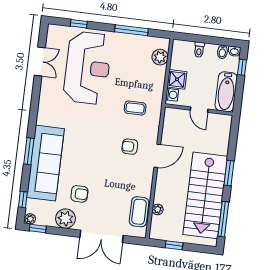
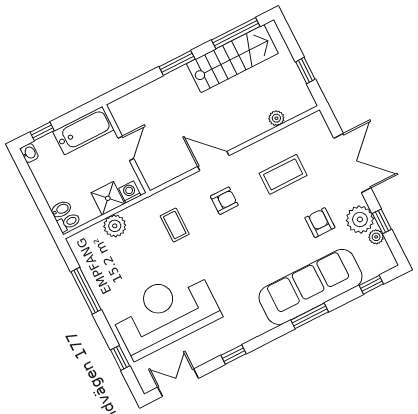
toilet: (199, 50) -> (69, 222), moved
bidet: (222, 52) -> (61, 209), moved
plant: (160, 57) -> (115, 226), moved
double door: (40, 62) -> (178, 383), moved
window: (36, 92) -> (234, 355), added
armchair: (130, 147) -> (224, 201), turned -90
stairs: (205, 195) -> (232, 59), width x0.73, depth x0.66
coffee table: (139, 212) -> (283, 174), moved
plant: (30, 219) -> (376, 237), moved
window: (38, 228) -> (382, 221), moved

